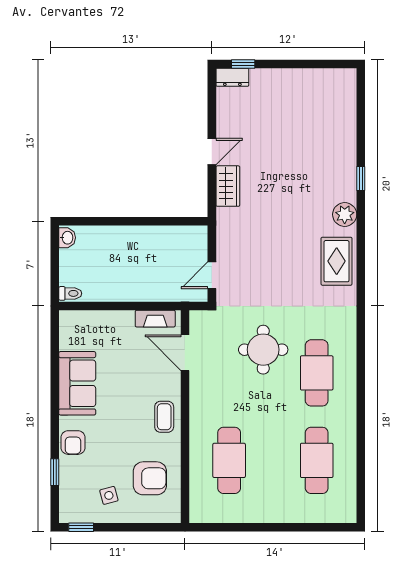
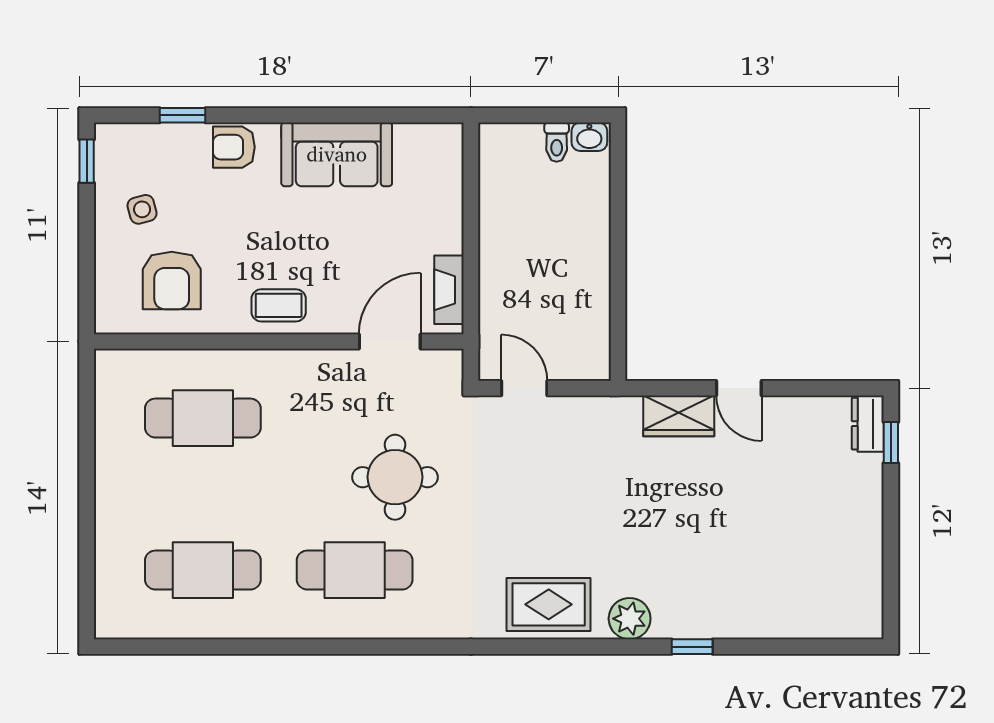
toilet: (70, 293) -> (557, 142), moved

